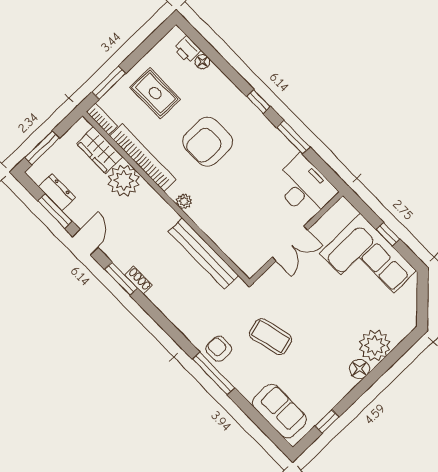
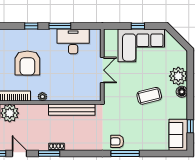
desk: (304, 187) -> (73, 41), moved
coffee table: (271, 337) -> (149, 96), moved
sofa: (279, 411) -> (178, 135), moved, turned -90

